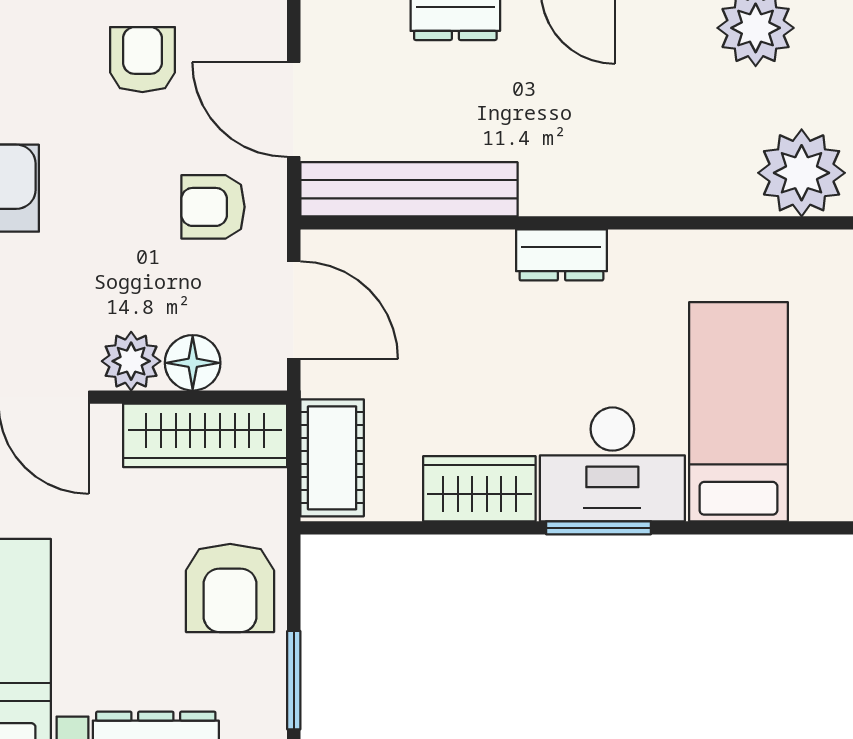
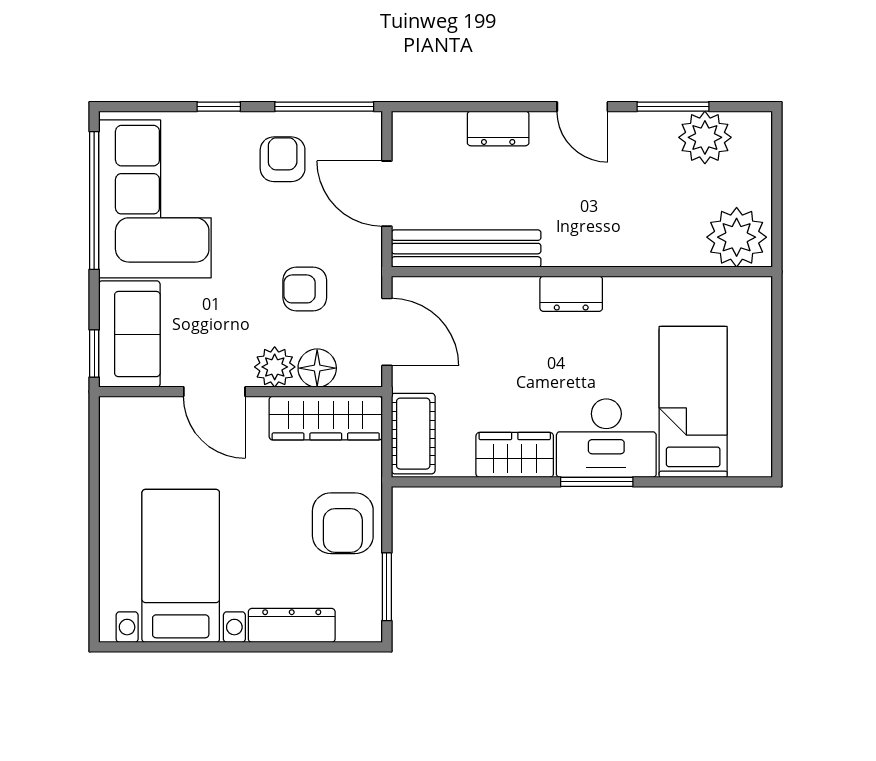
armchair: (213, 207) -> (305, 289), moved

